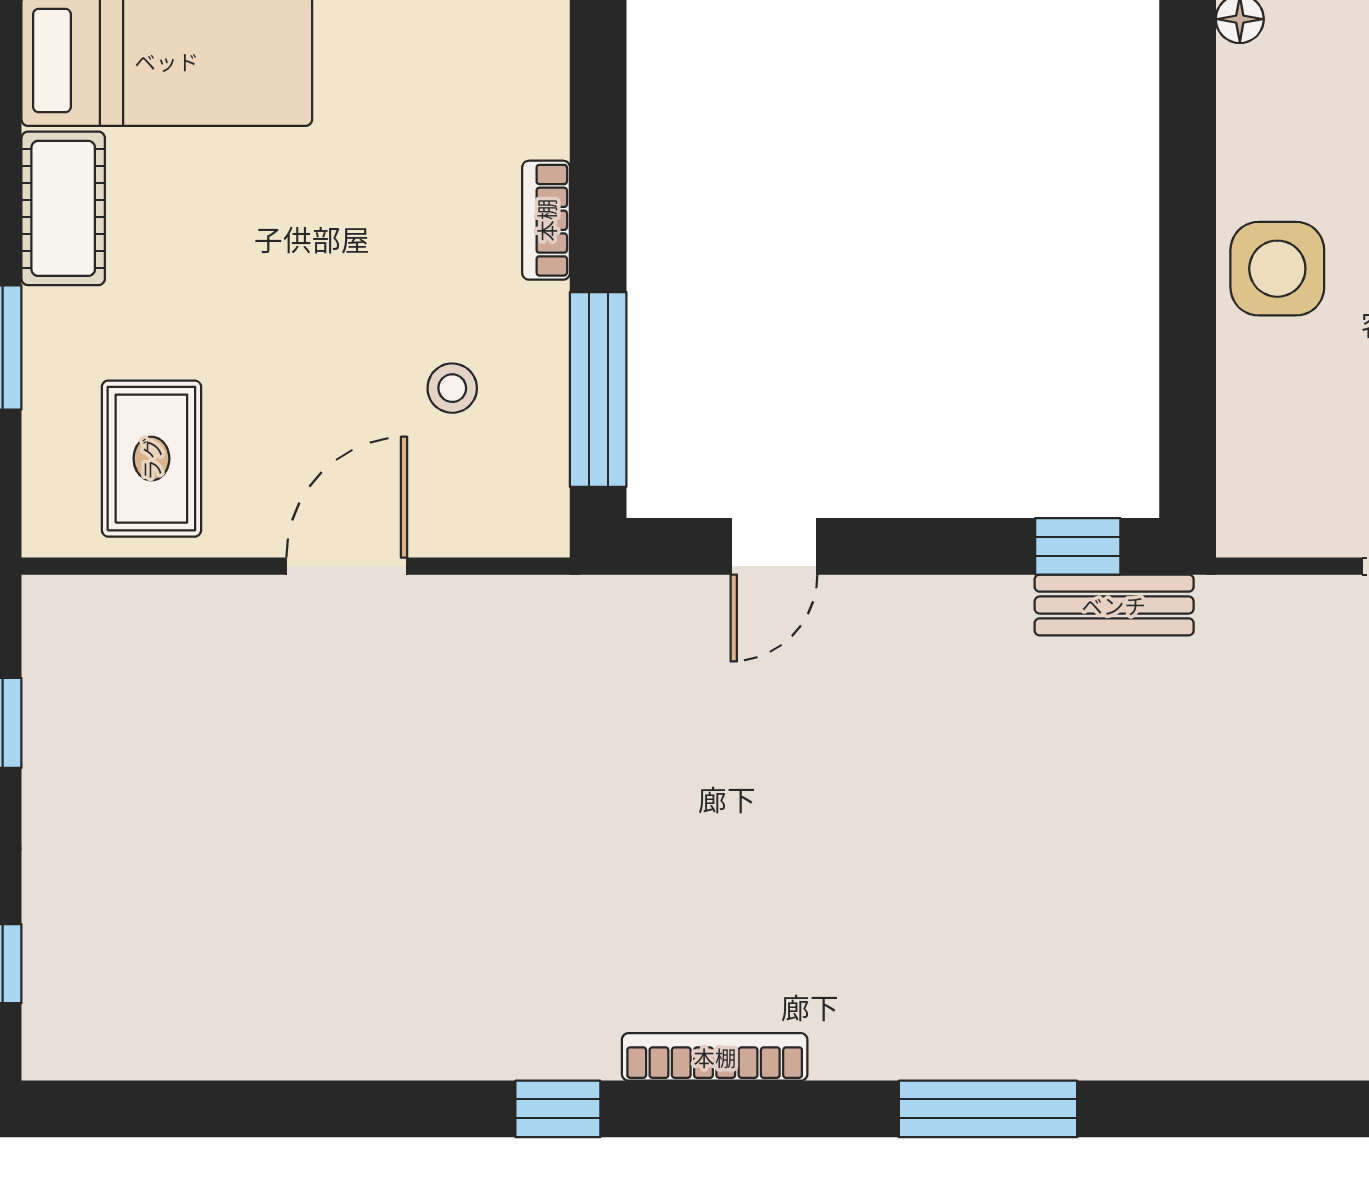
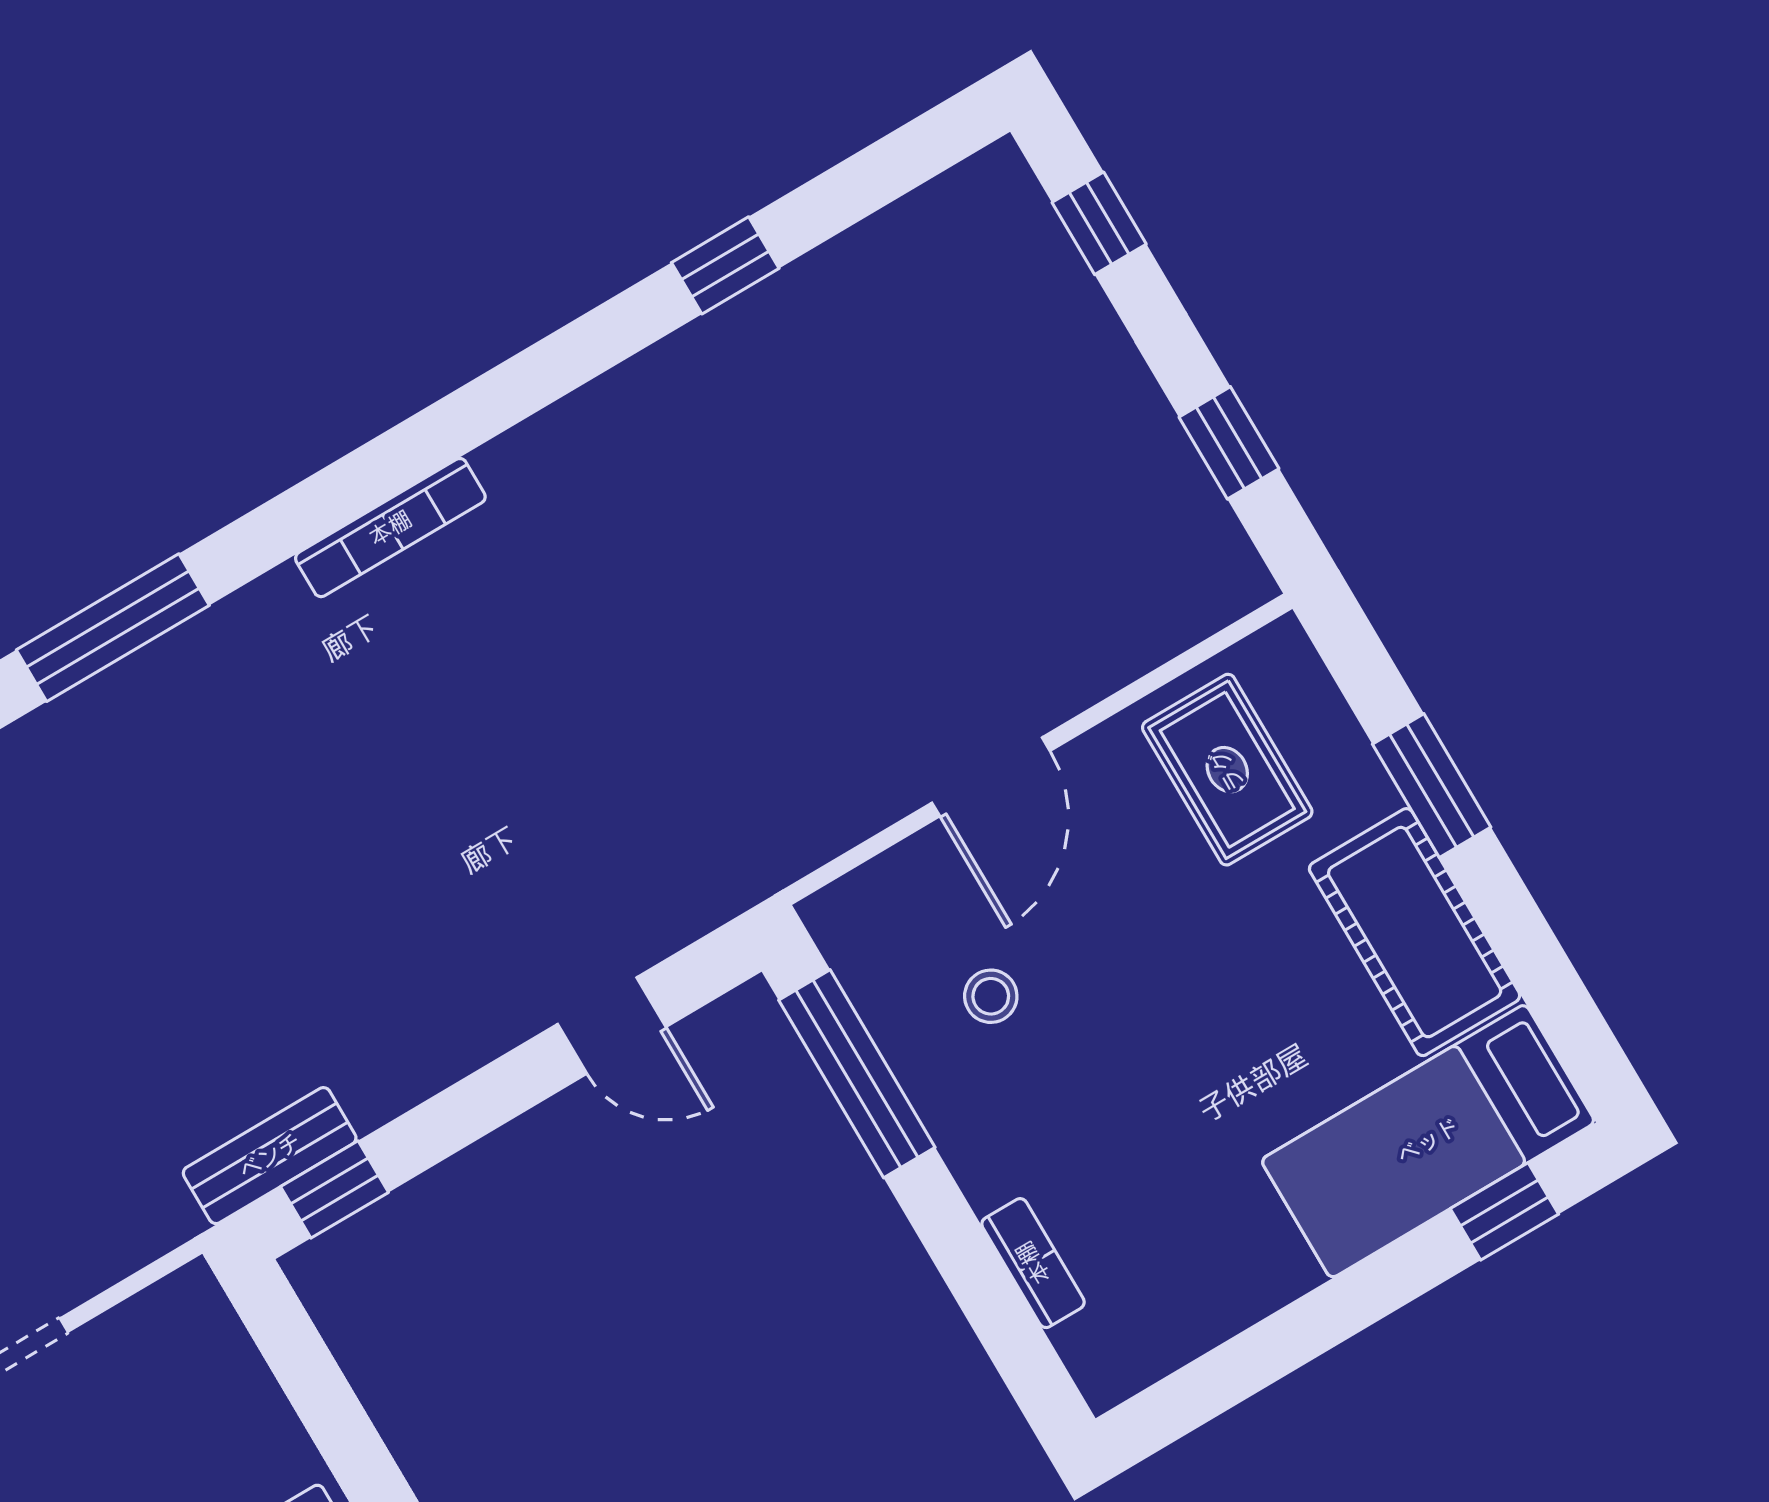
cot: (63, 208) -> (1415, 932), width x1.37, depth x1.34
bookcase: (546, 220) -> (1033, 1263), moved
door: (774, 546) -> (612, 1025), swing flipped
window: (558, 1109) -> (725, 265), moved

